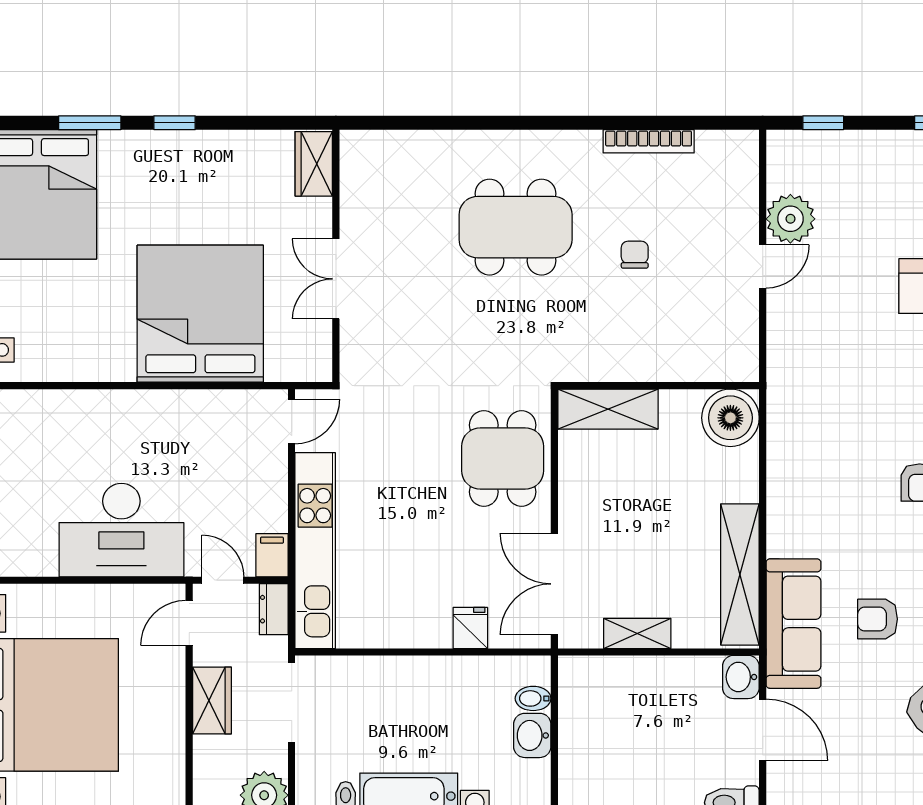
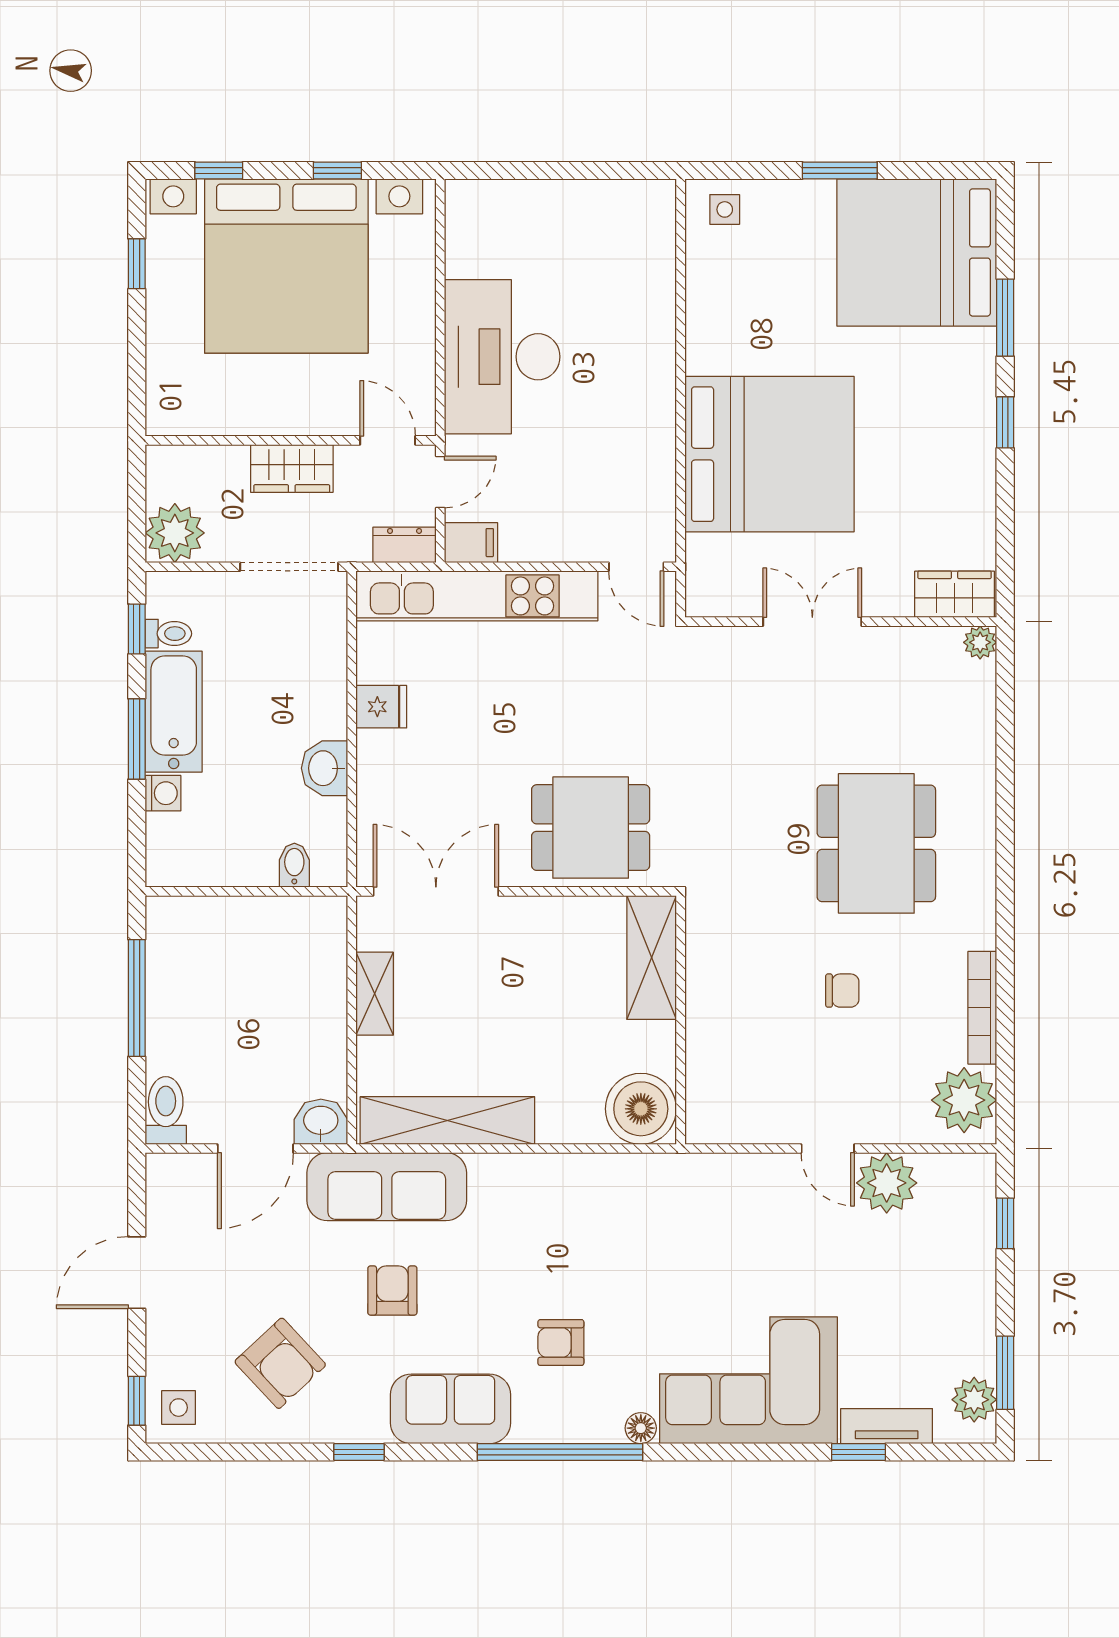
plant: (353, 143) -> (980, 642), added
plant: (723, 156) -> (964, 1100), added
fridge: (470, 628) -> (381, 707), moved
washbasin: (532, 735) -> (324, 768), moved, turned -90

